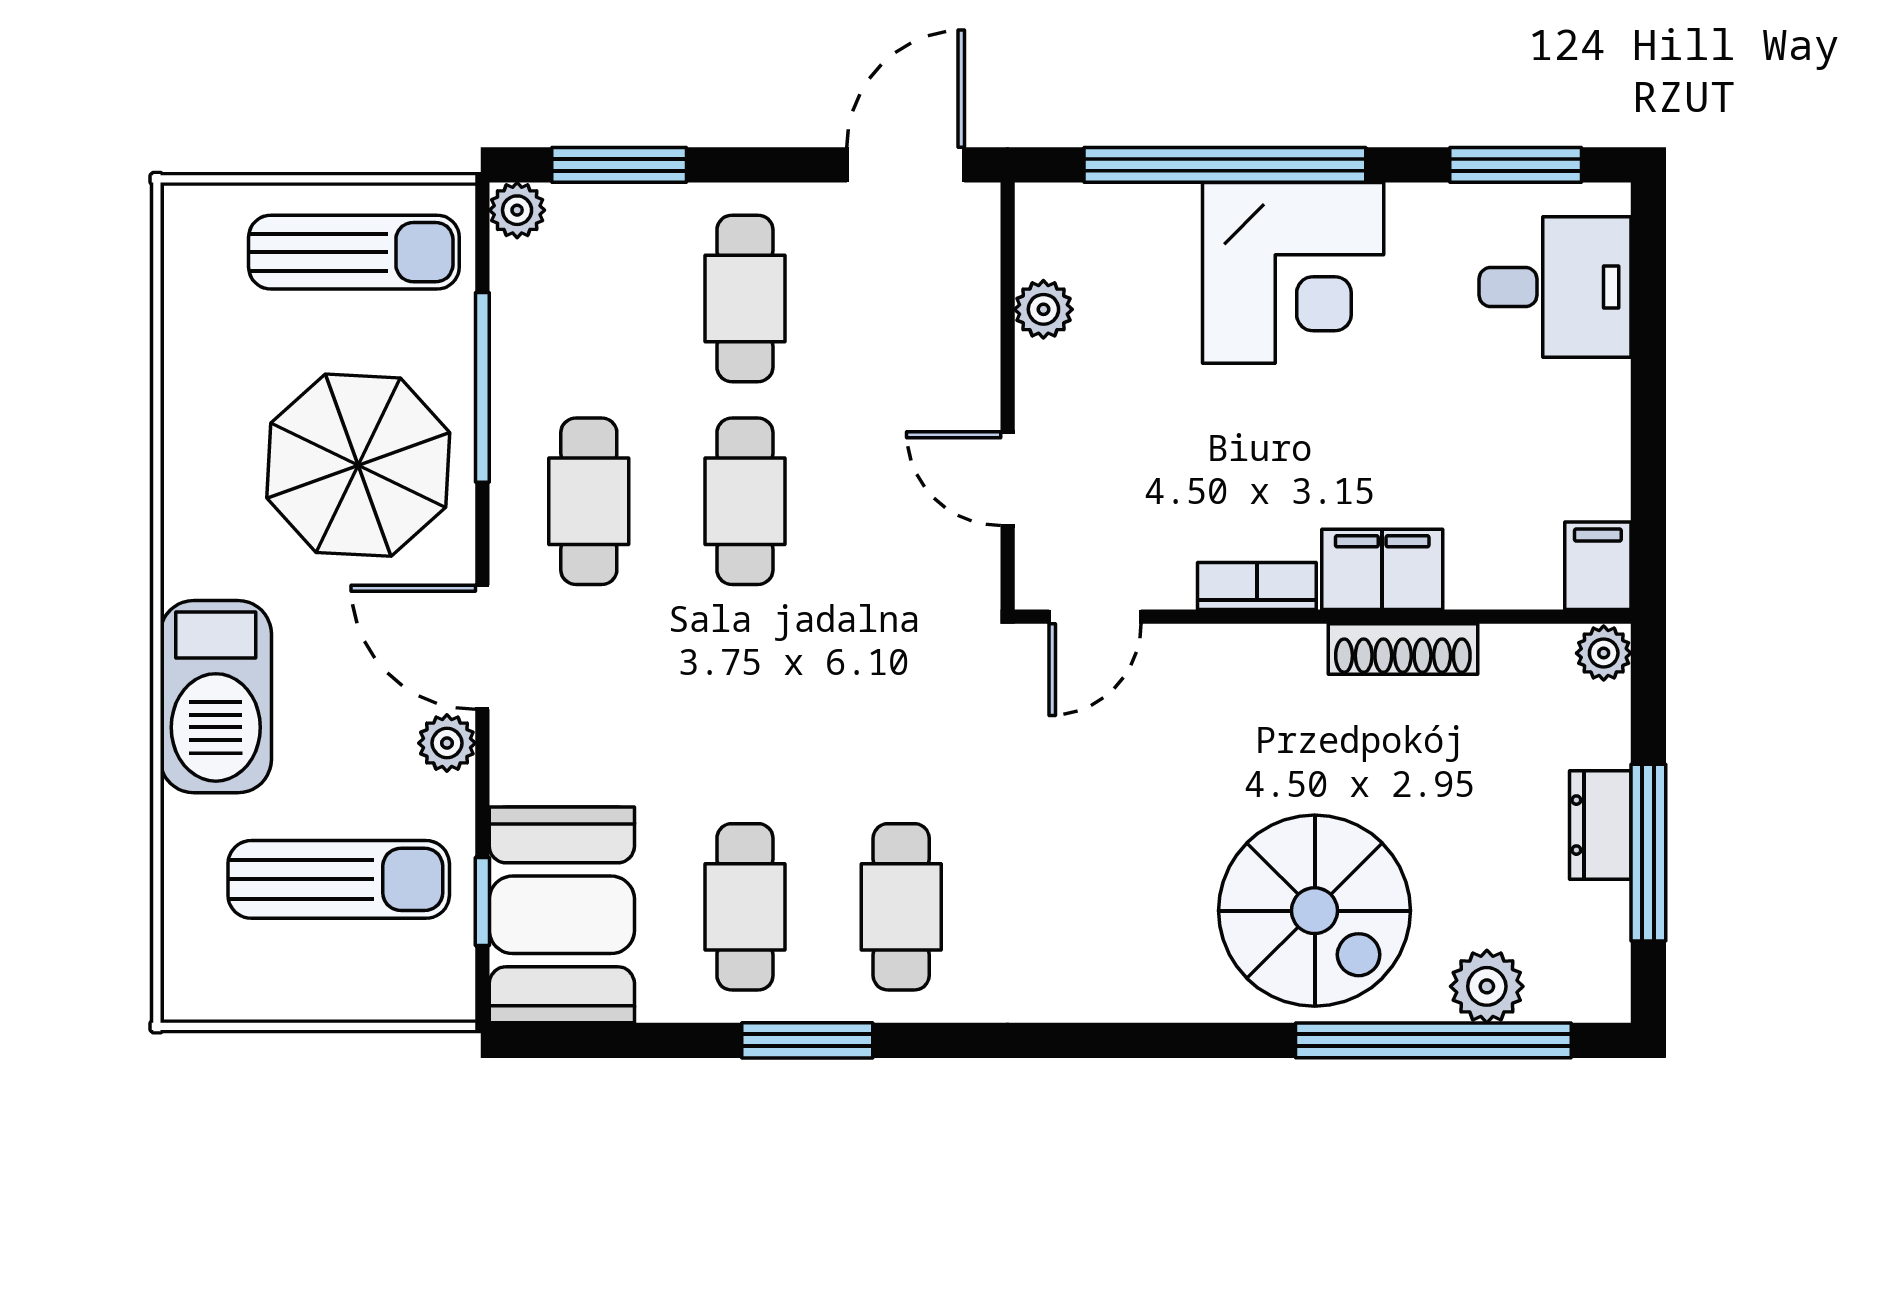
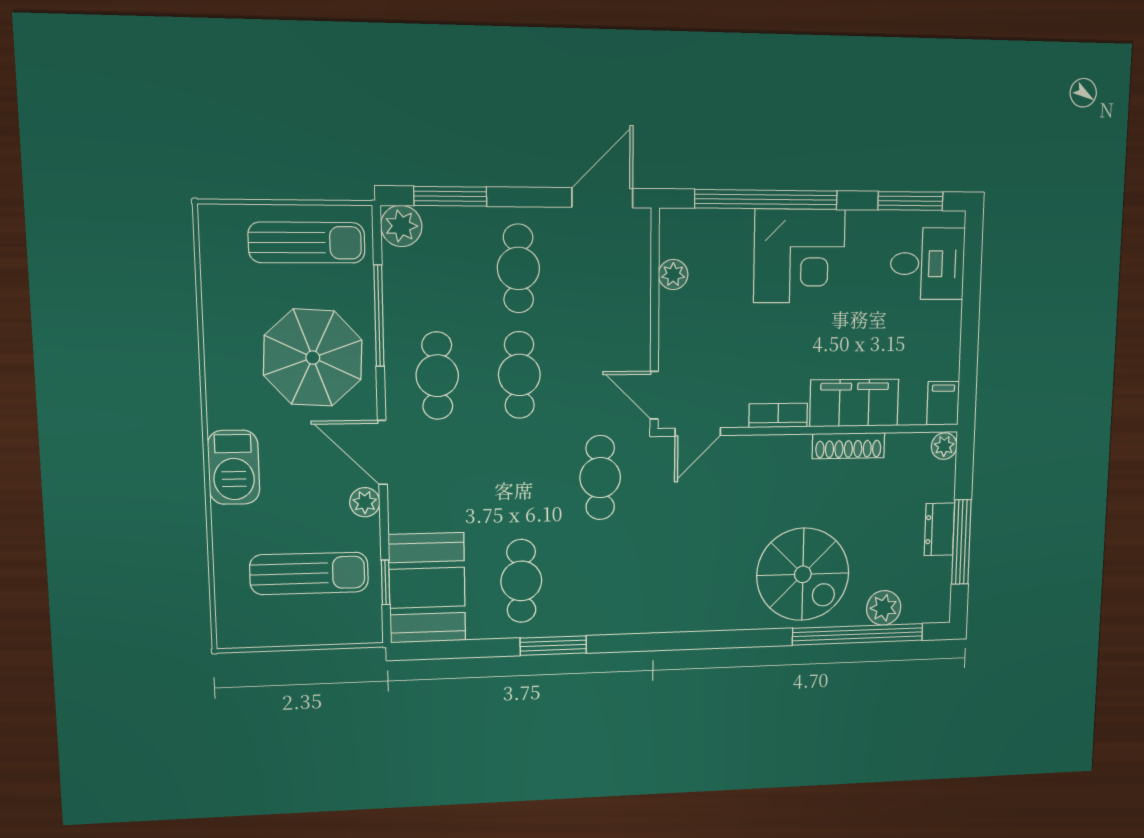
plant: (517, 210) -> (401, 226), width x1.38, depth x1.38
door: (1008, 479) -> (654, 395), moved
filing cabinet: (1382, 569) -> (854, 403), width x1.50, depth x1.17
barbecue: (216, 697) -> (234, 467), width x0.73, depth x0.83
cafe table: (901, 907) -> (600, 478), moved

